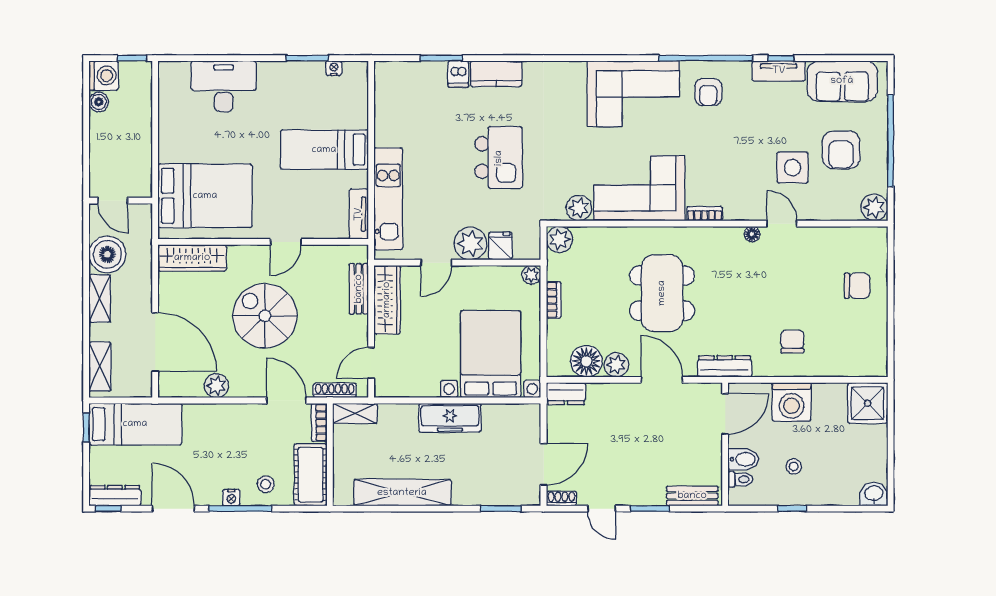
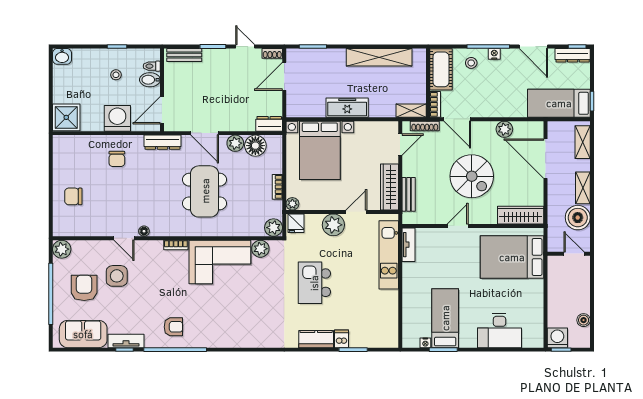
washing machine: (104, 76) -> (557, 338), moved, turned 90
armchair: (708, 92) -> (173, 327), turned 90
corner sofa: (633, 94) -> (224, 326), removed
bed: (324, 150) -> (445, 318), moved, turned -90
fridge: (500, 246) -> (296, 223), moved

